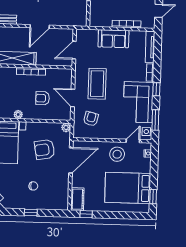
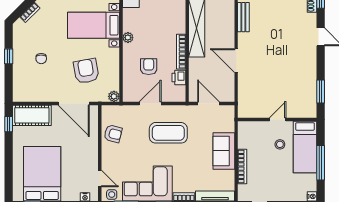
printer: (52, 74) -> (179, 78), added
armchair: (91, 119) -> (113, 134), moved
stool: (117, 154) -> (83, 160), removed
cot: (77, 199) -> (32, 115), width x1.37, depth x1.34

